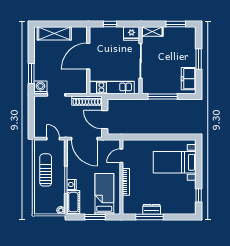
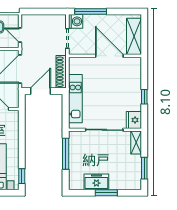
door: (88, 56) -> (109, 56), moved
wall: (88, 60) -> (105, 56), moved
window: (31, 73) -> (91, 11), width x1.44
freezer: (189, 79) -> (96, 182), moved
window: (183, 137) -> (22, 176), added
door: (53, 139) -> (20, 35), swing flipped

